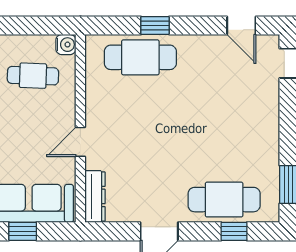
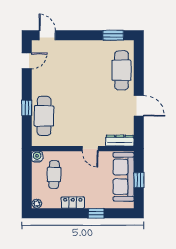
window: (234, 231) -> (139, 65), removed

